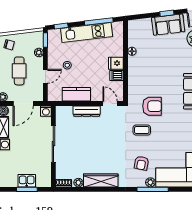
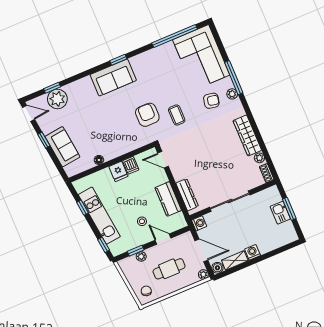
window: (99, 21) -> (82, 208), width x0.46
sofa: (168, 25) -> (62, 147), moved
window: (45, 40) -> (136, 251), moved
door: (110, 104) -> (163, 160), hinge flipped
dresser: (87, 111) -> (187, 195), moved
plant: (150, 182) -> (232, 94), moved

